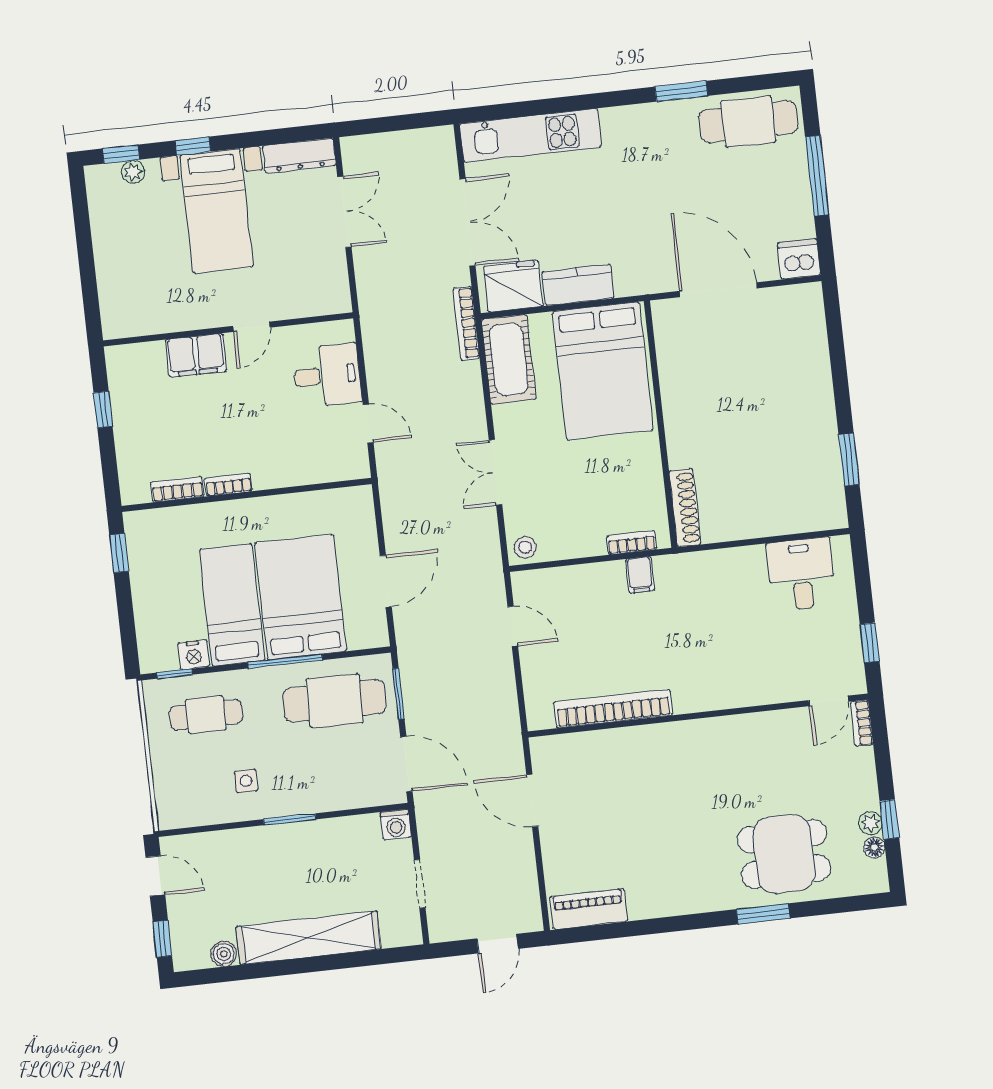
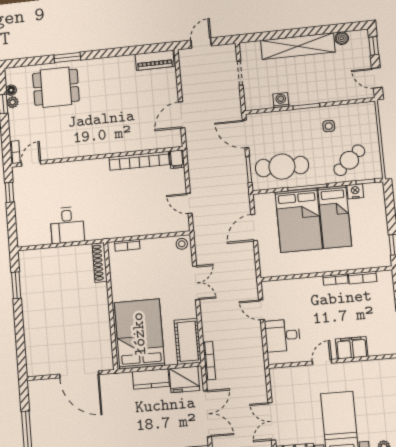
double door: (467, 222) -> (207, 414), swing flipped
dishwasher: (799, 259) -> (38, 389), removed
desk: (801, 574) -> (67, 225), moved
filing cabinet: (640, 575) -> (177, 159), moved, turned 180
cafe table: (206, 715) -> (349, 160), turned -41
door: (532, 800) -> (182, 115), swing flipped
washing machine: (396, 825) -> (281, 100), moved

